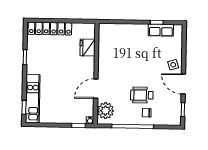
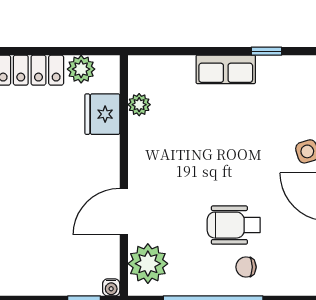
plant: (79, 29) -> (81, 69), added
row of seats: (161, 30) -> (226, 69), moved
plant: (103, 44) -> (139, 105), added

